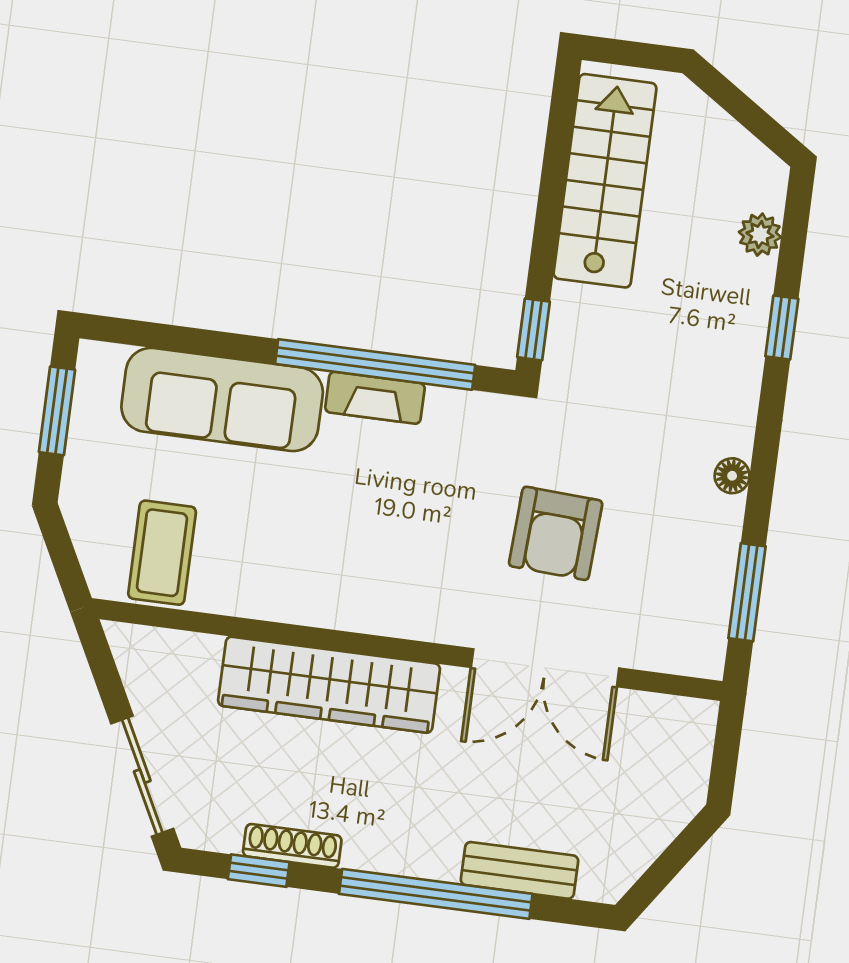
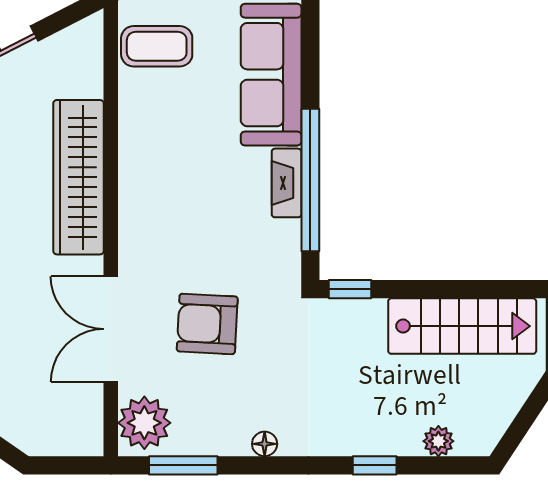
plant: (681, 638) -> (144, 423), added

